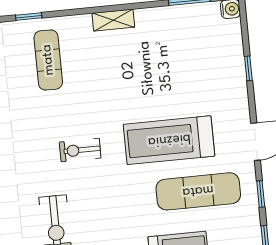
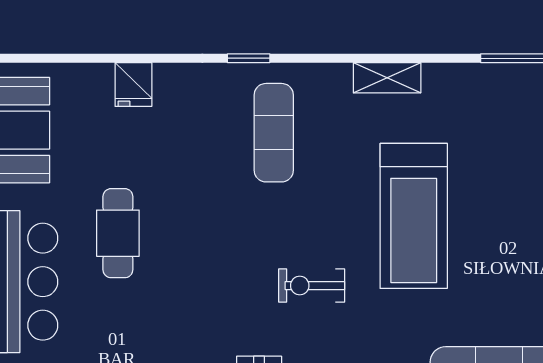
treadmill: (169, 140) -> (414, 216), moved, turned -90

